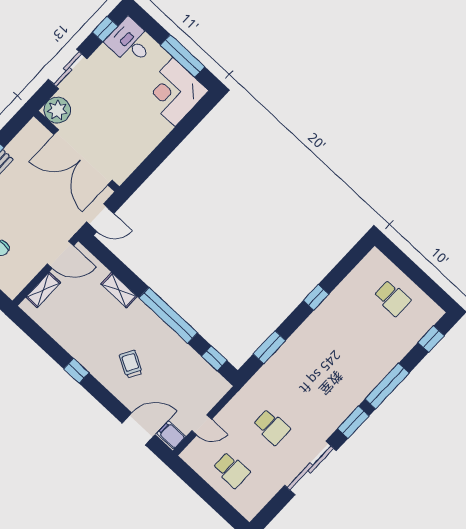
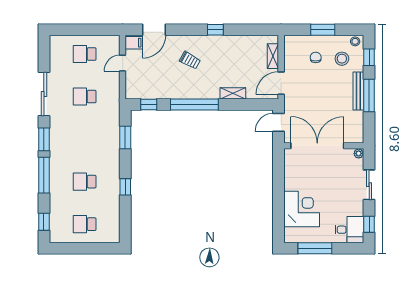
corner desk: (174, 92) -> (302, 209), moved
plant: (57, 110) -> (359, 153), width x0.53, depth x0.53
school desk: (352, 341) -> (85, 182), added

